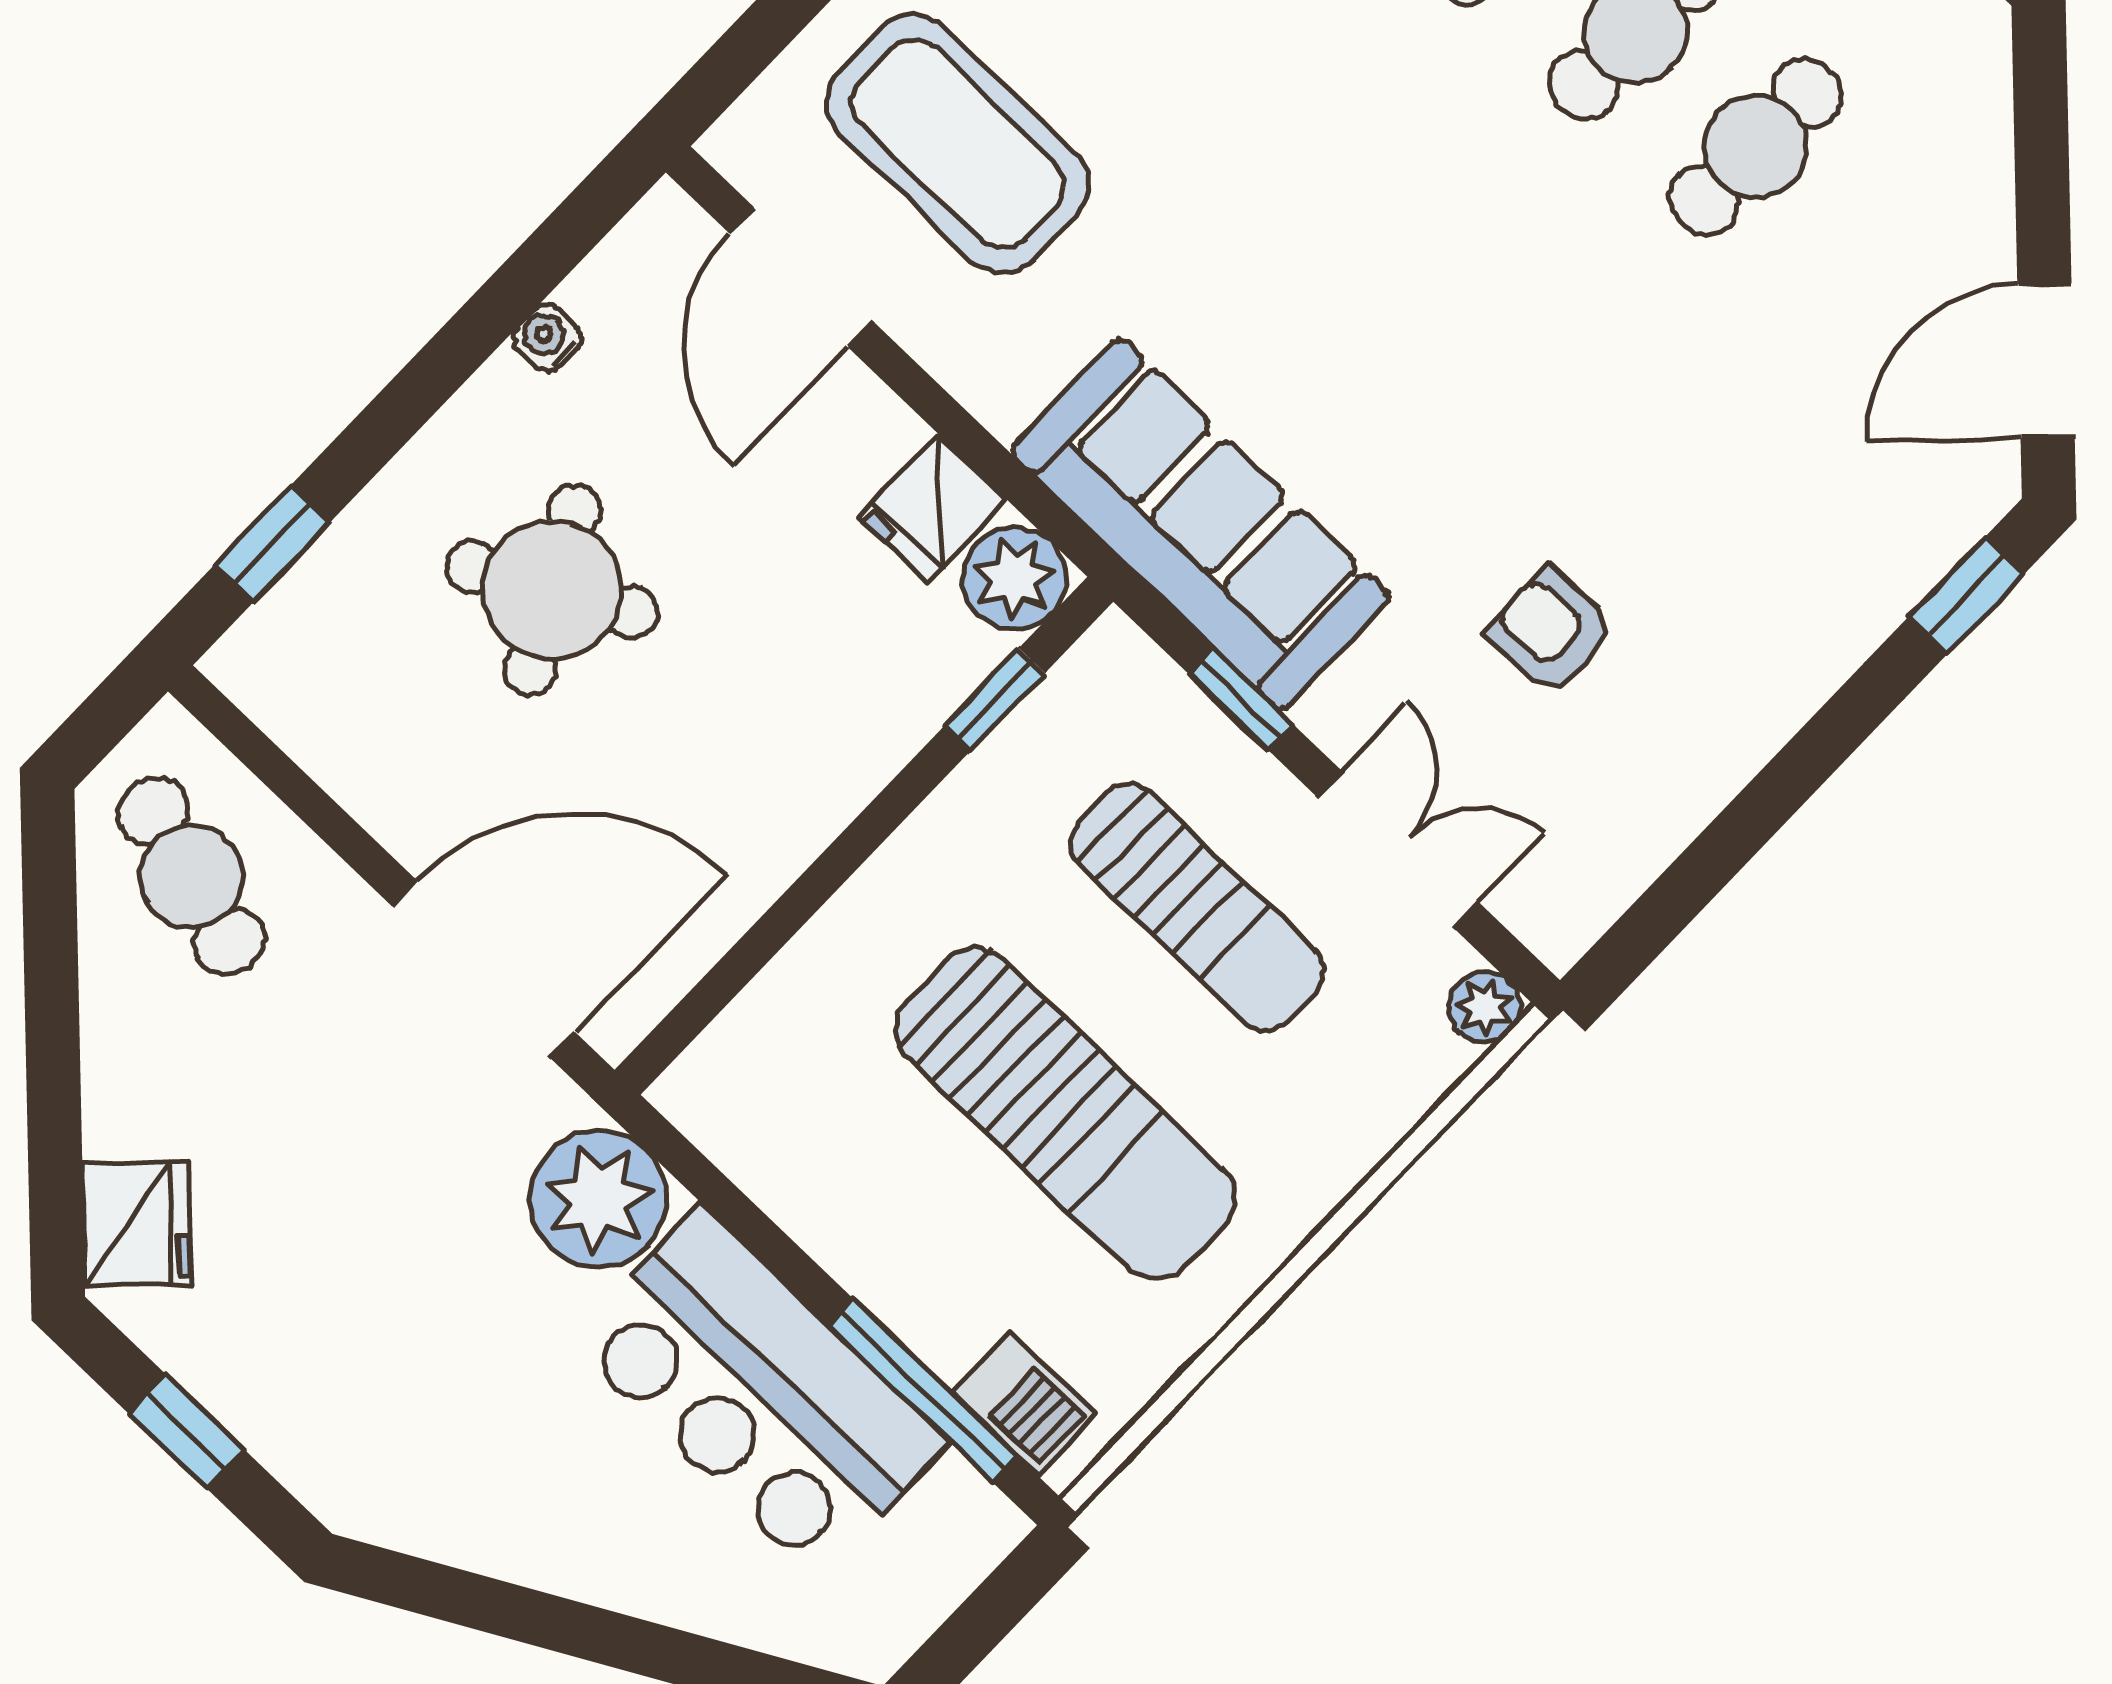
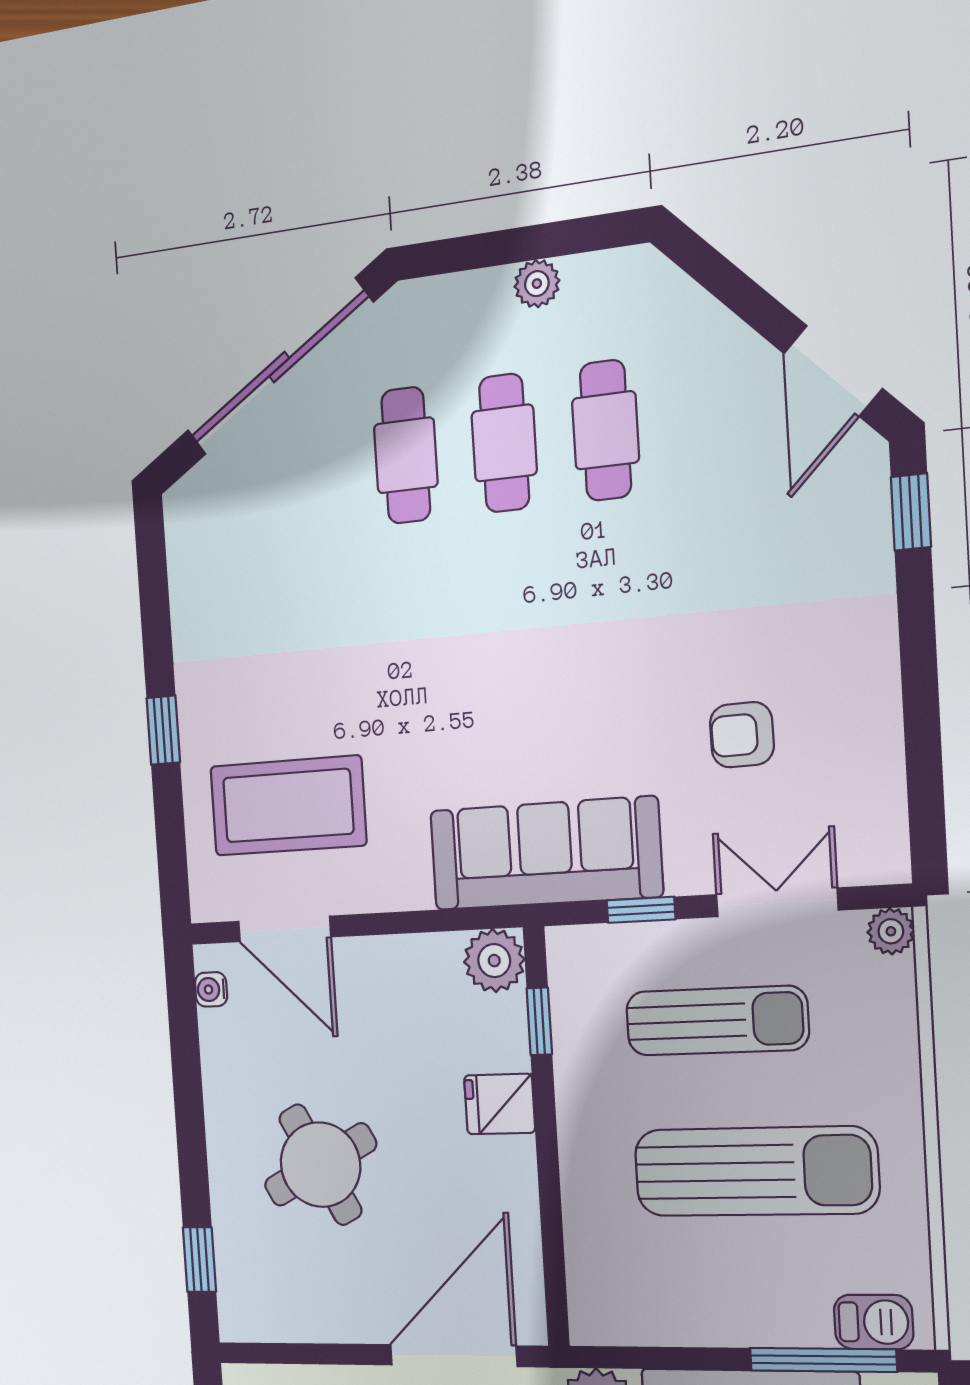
water cooler: (547, 338) -> (211, 989), moved
fridge: (933, 509) -> (500, 1104), moved, turned 90

